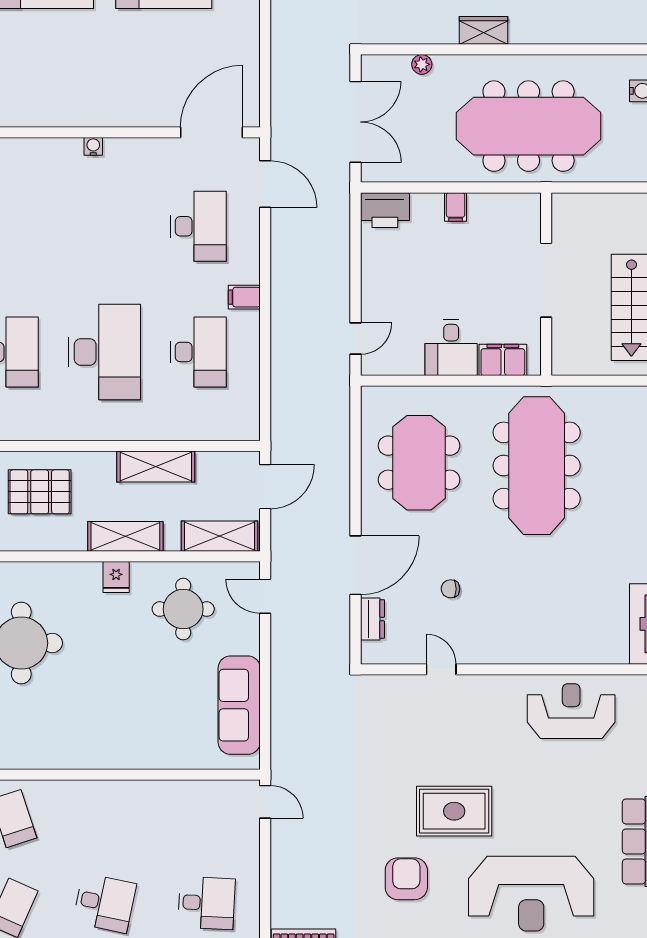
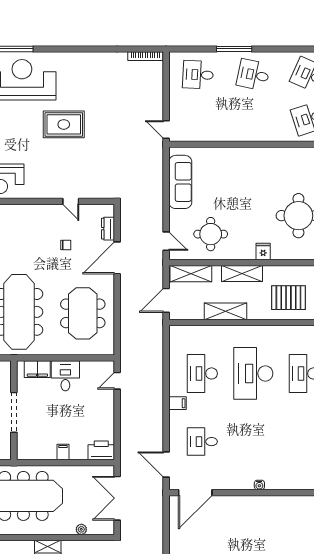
desk: (199, 226) -> (202, 442), width x0.73
fridge: (116, 577) -> (263, 251), moved
armchair: (406, 879) -> (90, 88), removed

